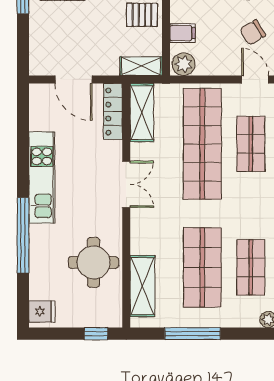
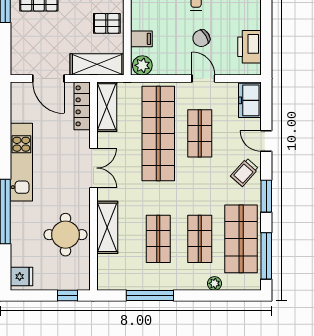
shelving: (141, 66) -> (97, 64), width x1.50, depth x1.33
shop shelf: (202, 267) -> (158, 239), width x0.70, depth x0.74
shelving: (143, 286) -> (107, 227), moved

